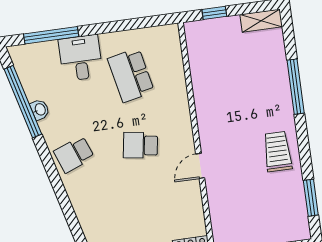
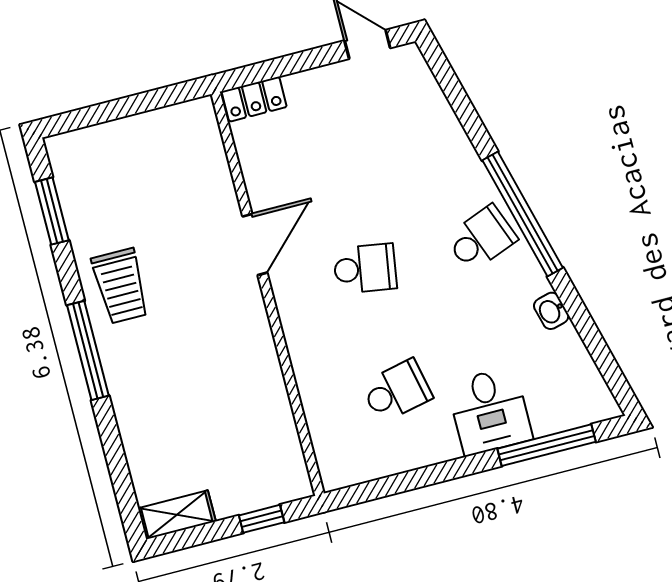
school desk: (131, 75) -> (397, 391), width x0.54
window: (296, 87) -> (88, 350), moved
window: (23, 102) -> (523, 214), moved
door: (200, 166) -> (255, 244), width x1.38

